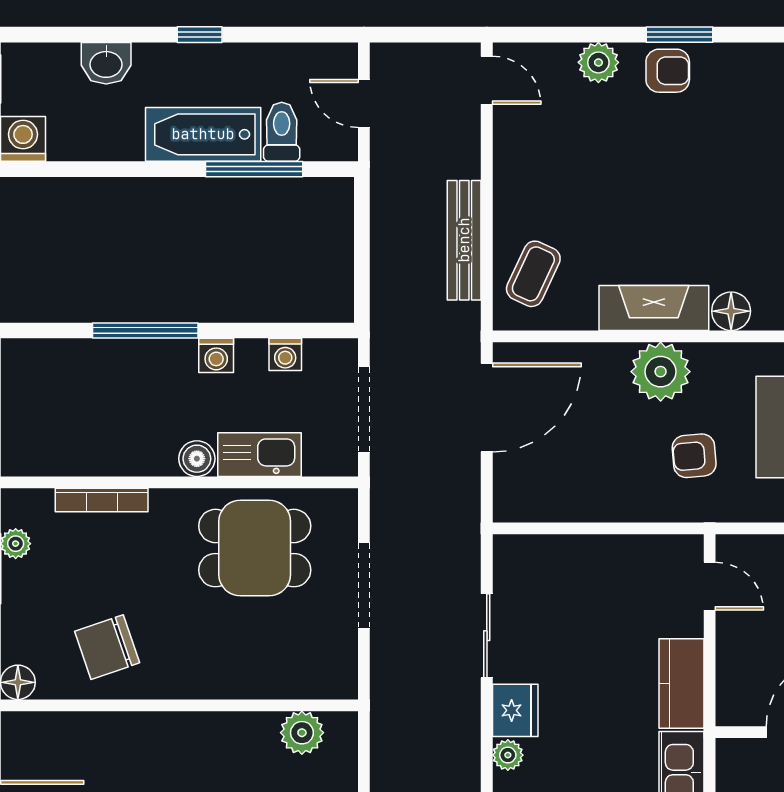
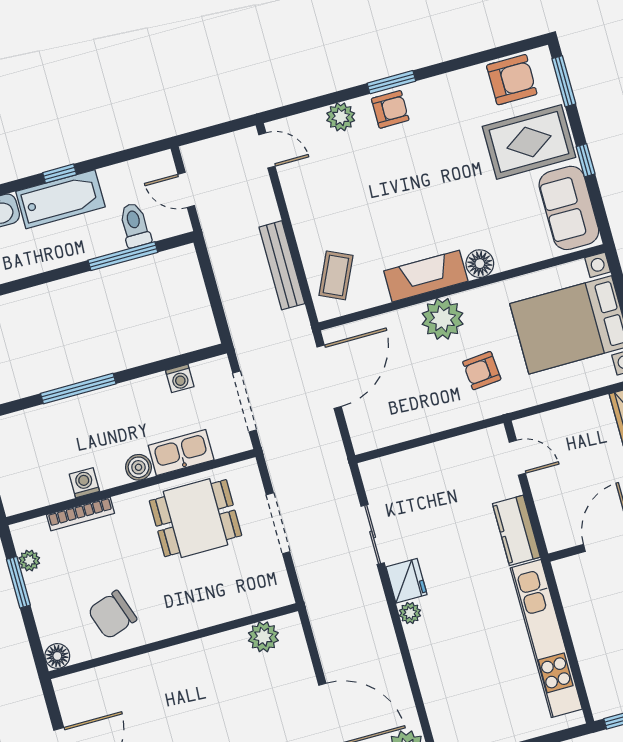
bathtub: (203, 134) -> (60, 199), moved, turned 180
washing machine: (216, 355) -> (84, 483), moved, turned 180

